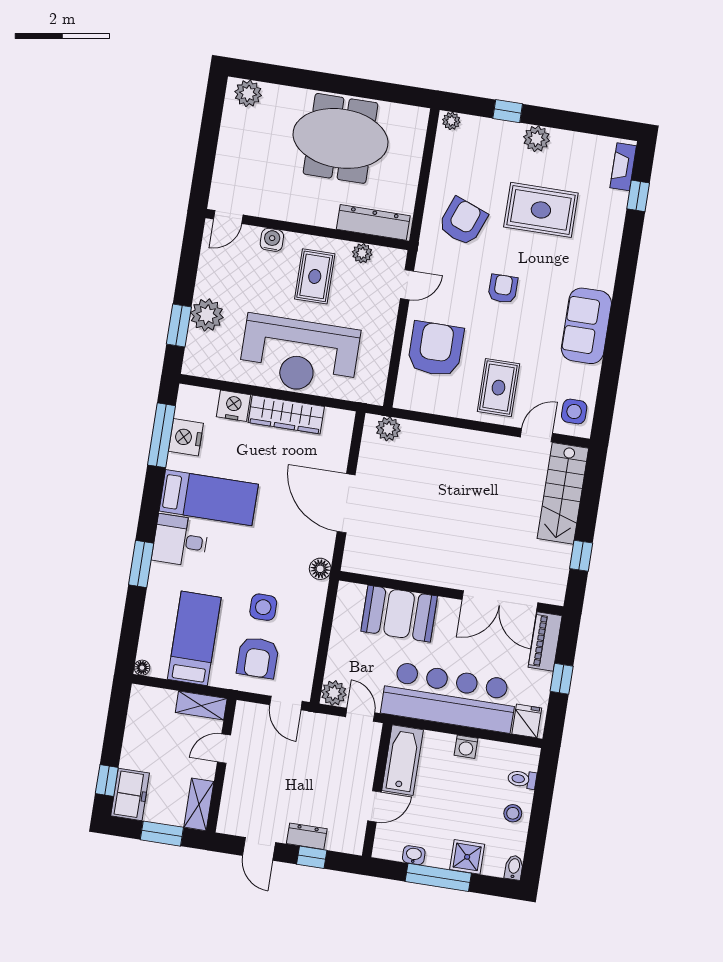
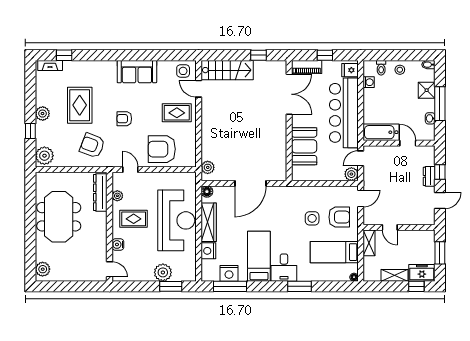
plant: (451, 121) -> (44, 156), width x1.88, depth x1.88
floor lamp: (320, 569) -> (207, 192), moved
washing machine: (466, 747) -> (369, 82), moved
shelving: (199, 804) -> (395, 275), moved

